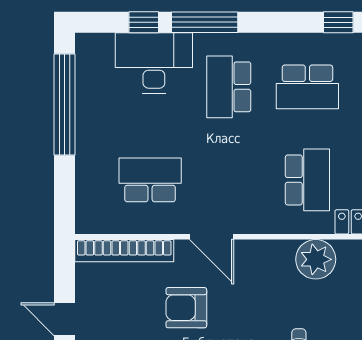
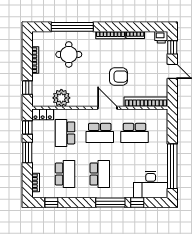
desk: (154, 63) -> (151, 185), moved
school desk: (307, 87) -> (65, 174), turned 90
school desk: (229, 180) -> (100, 133), added

